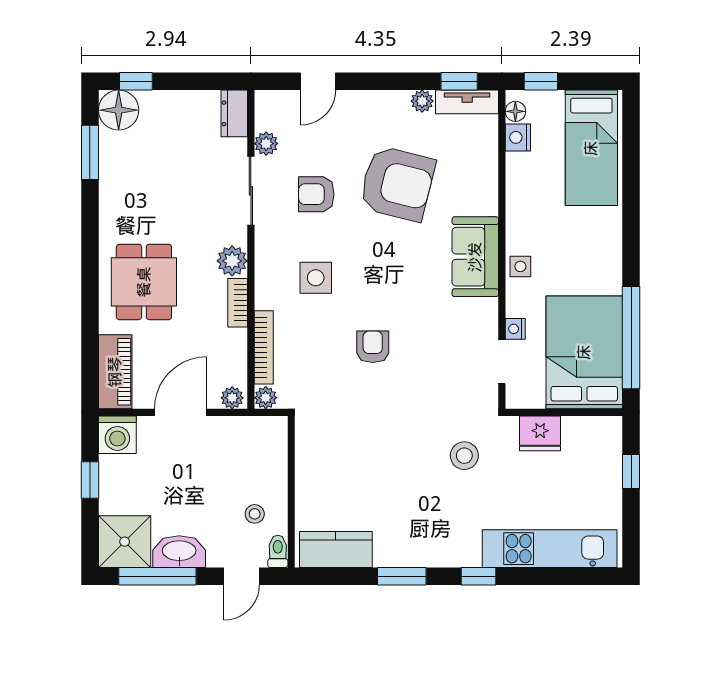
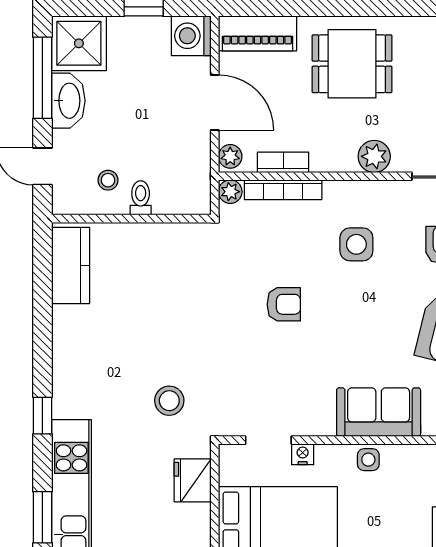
bookcase: (238, 303) -> (283, 162), moved
toilet: (278, 551) -> (141, 198), moved, turned -90
window: (402, 576) -> (42, 517), moved

